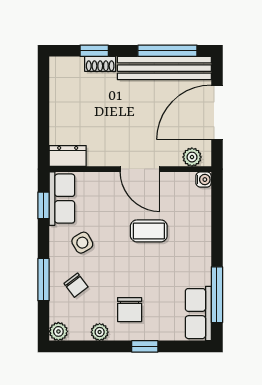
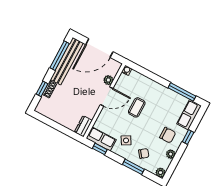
door: (217, 112) -> (99, 48), hinge flipped
plant: (192, 157) -> (108, 80), moved
row of seats: (198, 314) -> (189, 115), moved, turned 90

